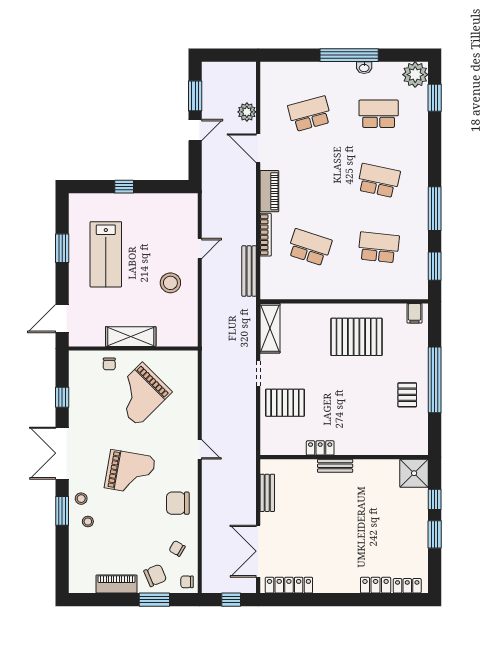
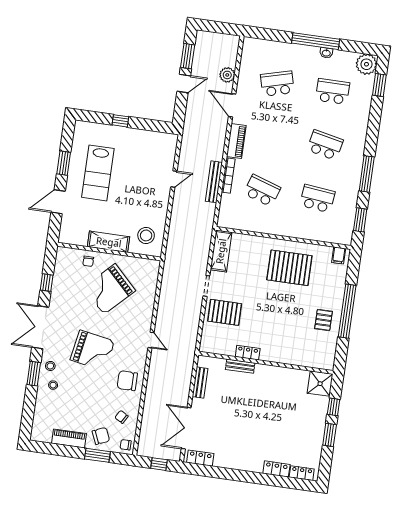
bench: (249, 271) -> (214, 182), moved
stool: (170, 283) -> (146, 235), moved
door: (62, 319) -> (58, 202), moved
bench: (335, 466) -> (240, 366), moved
locker: (289, 585) -> (200, 458), width x0.66

